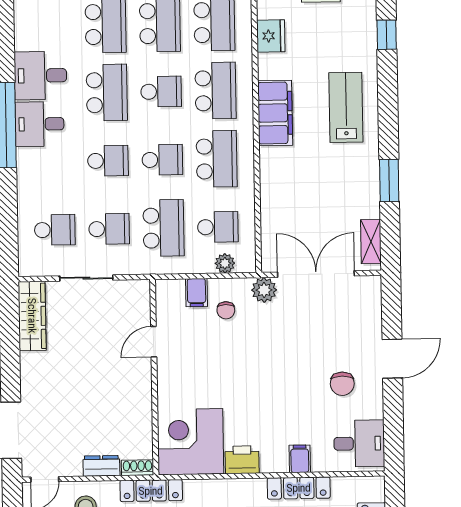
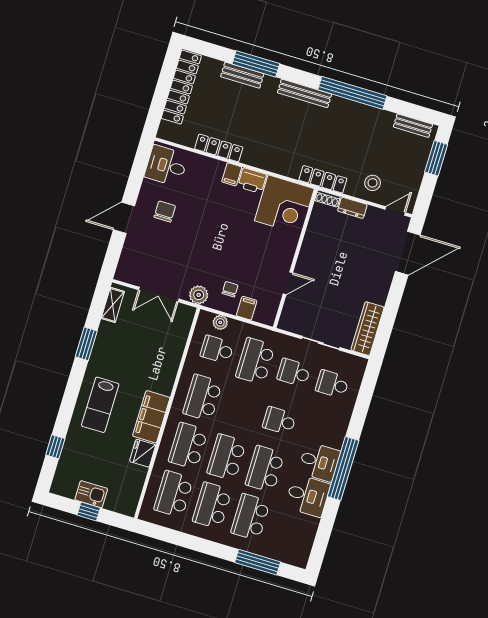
fridge: (271, 36) -> (143, 453), moved
school desk: (161, 92) -> (226, 457), width x1.85
school desk: (162, 160) -> (241, 409), removed
double door: (316, 274) -> (159, 294), width x0.73
filing cabinet: (300, 459) -> (232, 174), moved

